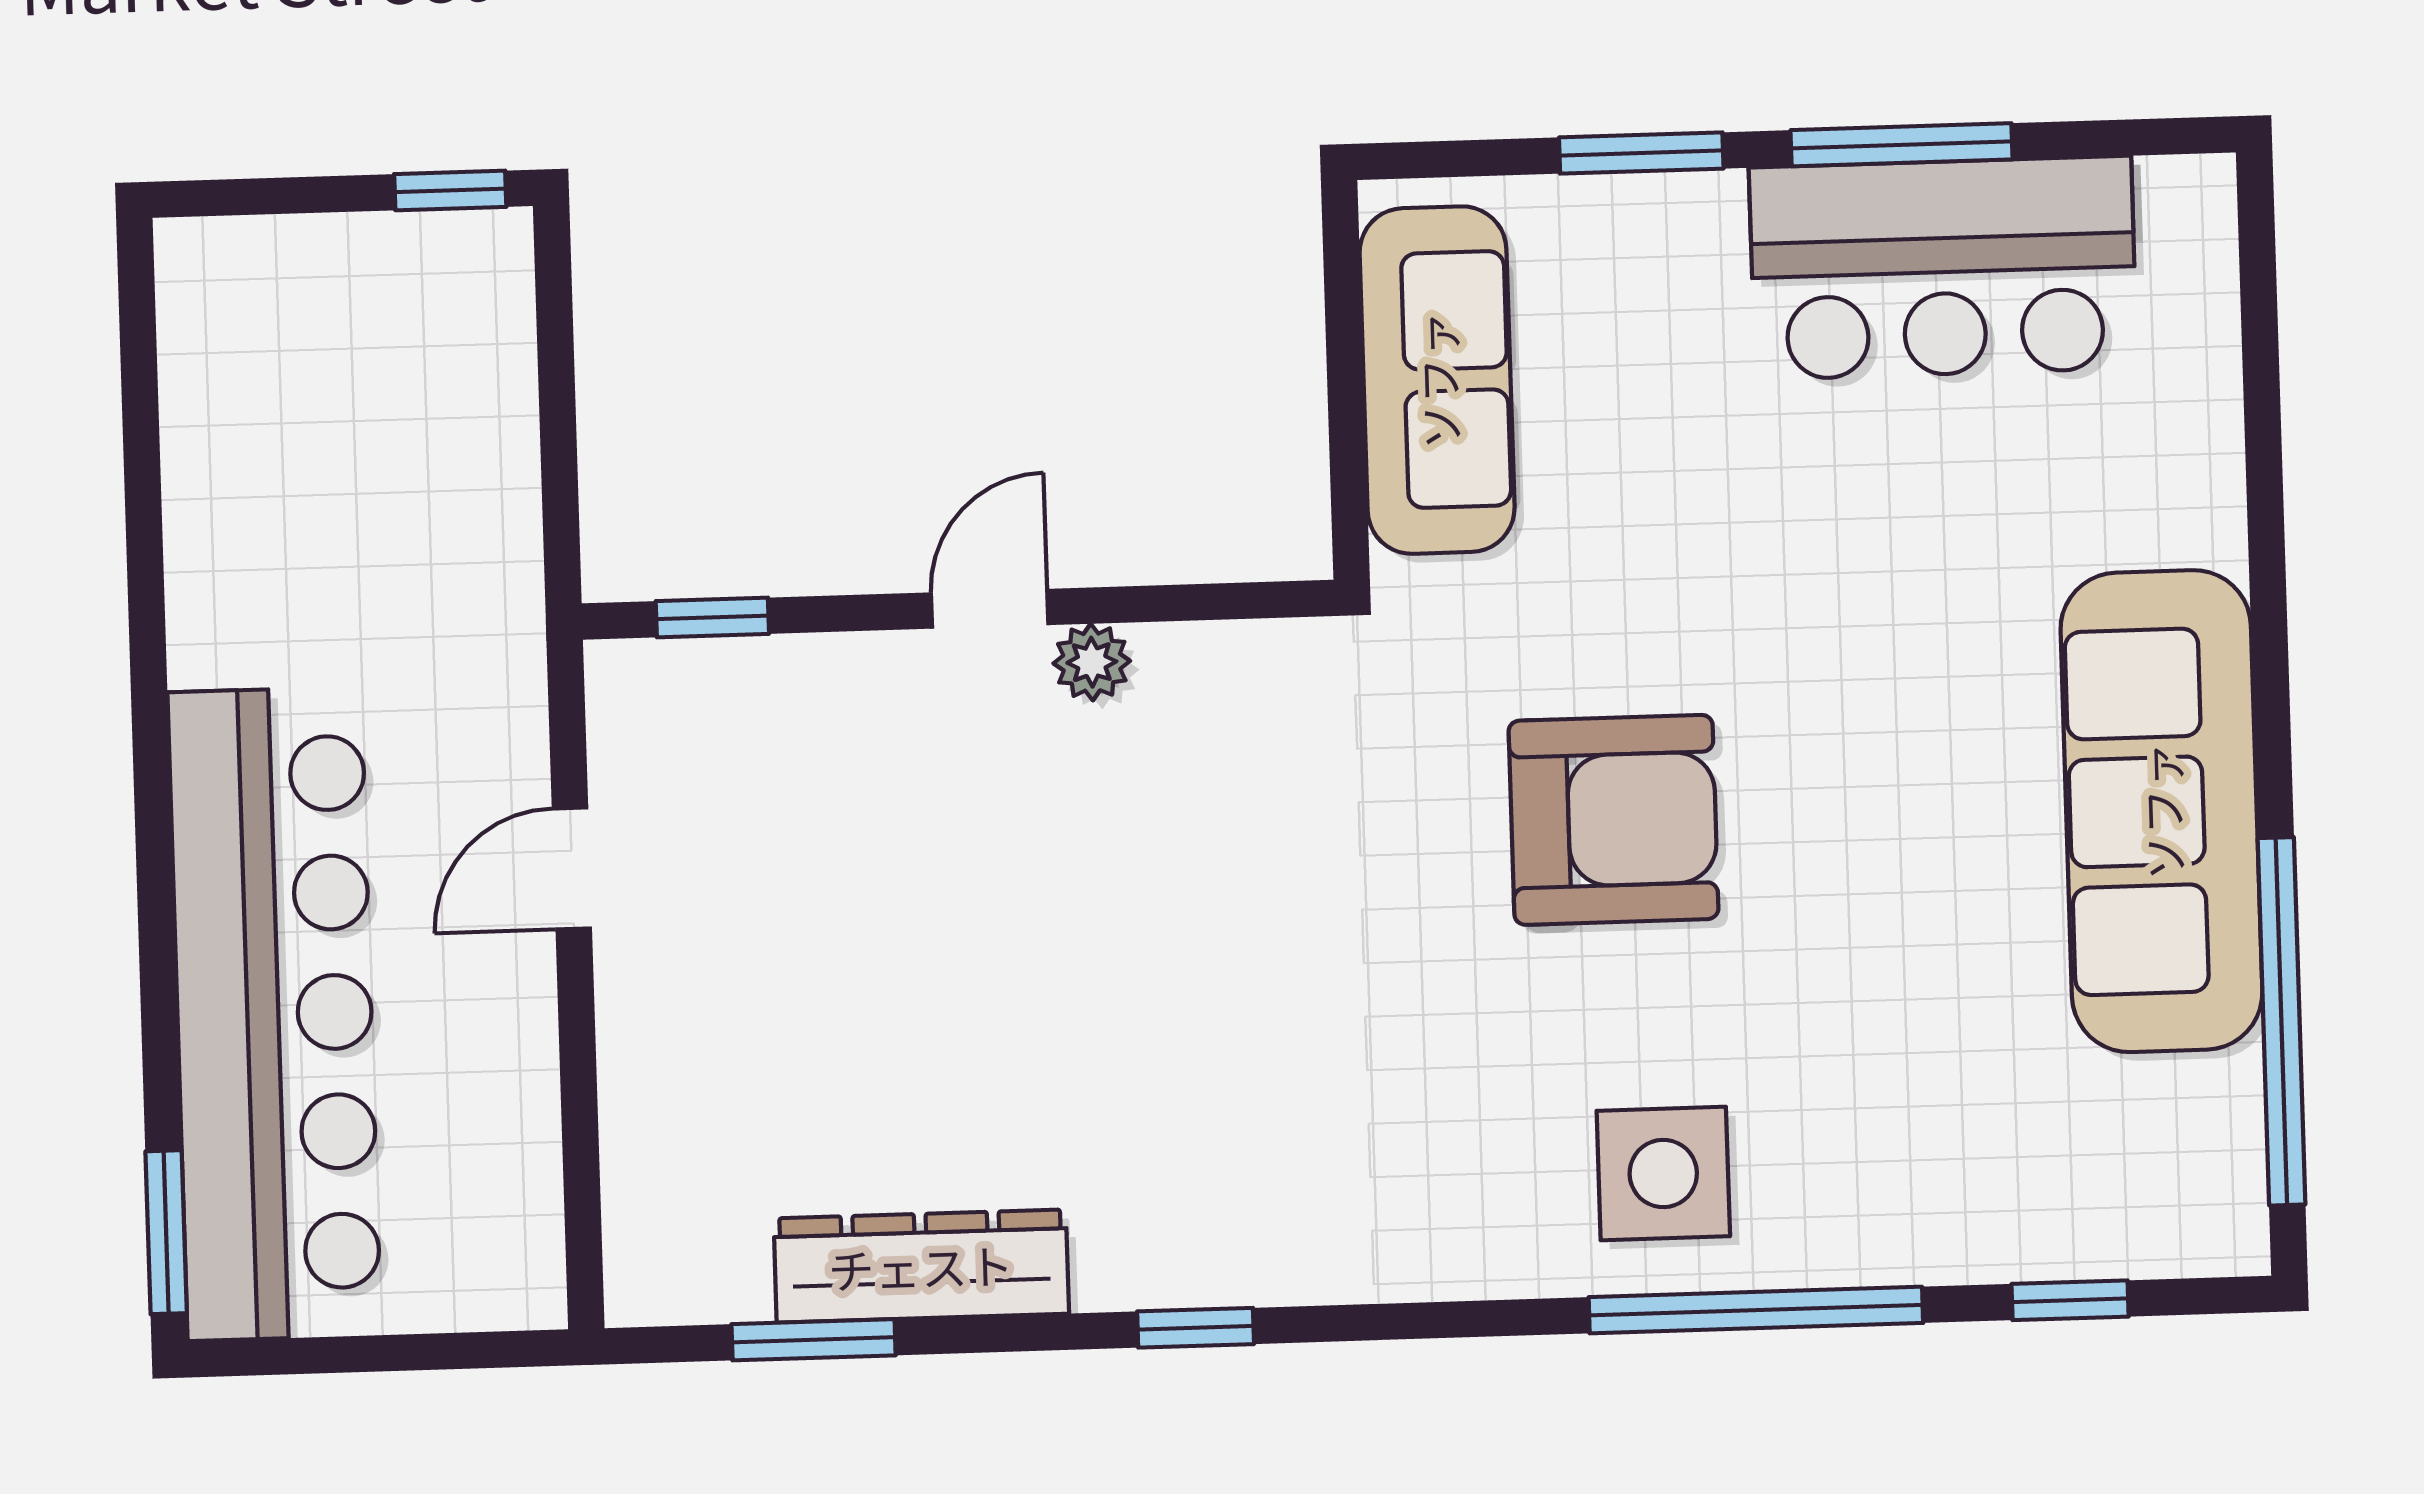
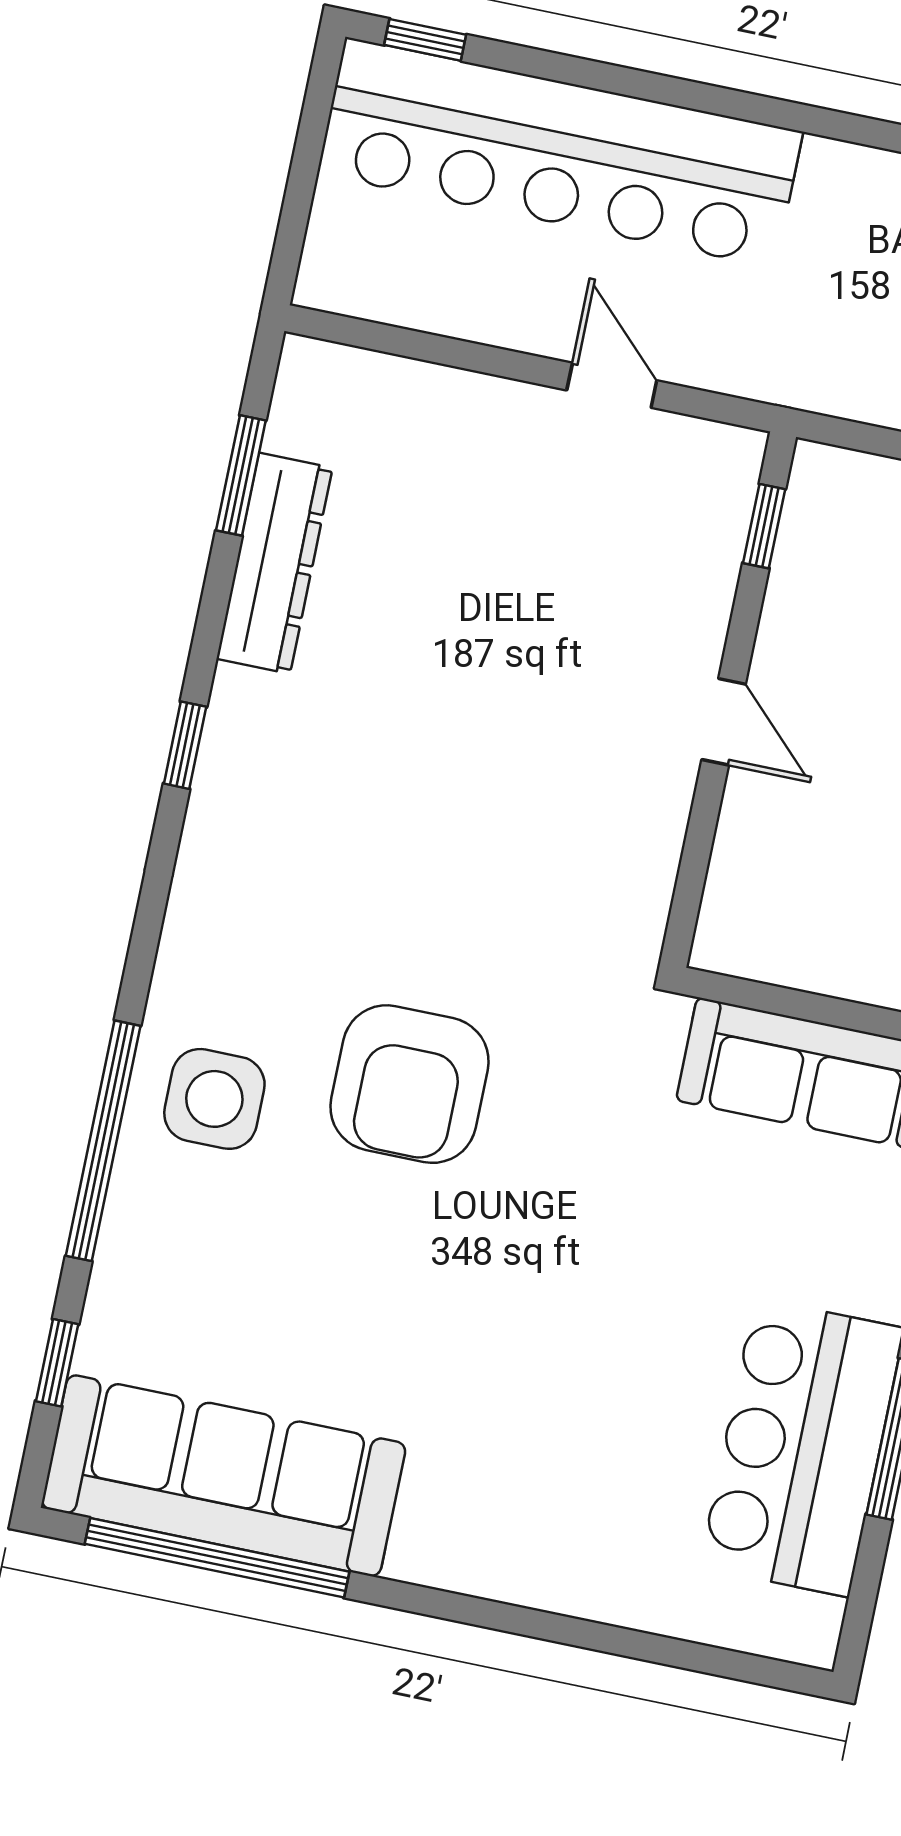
plant: (1092, 662) -> (669, 784), removed
sofa: (2161, 811) -> (224, 1476), moved
armchair: (1614, 820) -> (409, 1084), moved
window: (166, 1232) -> (425, 40), width x0.67

